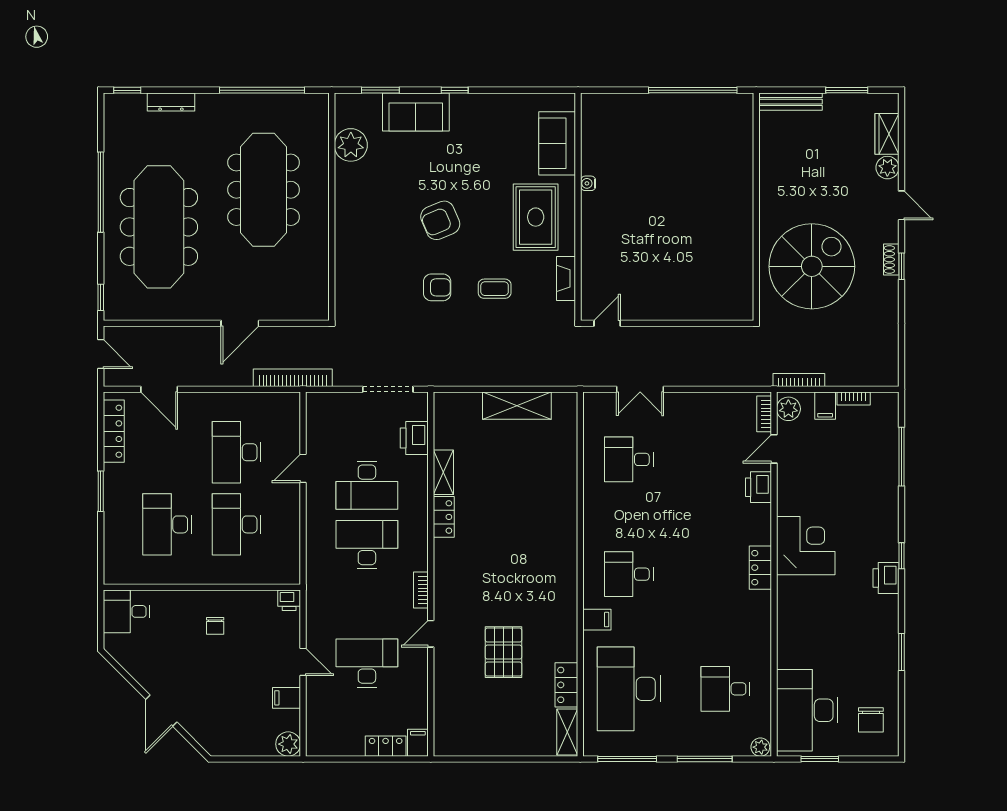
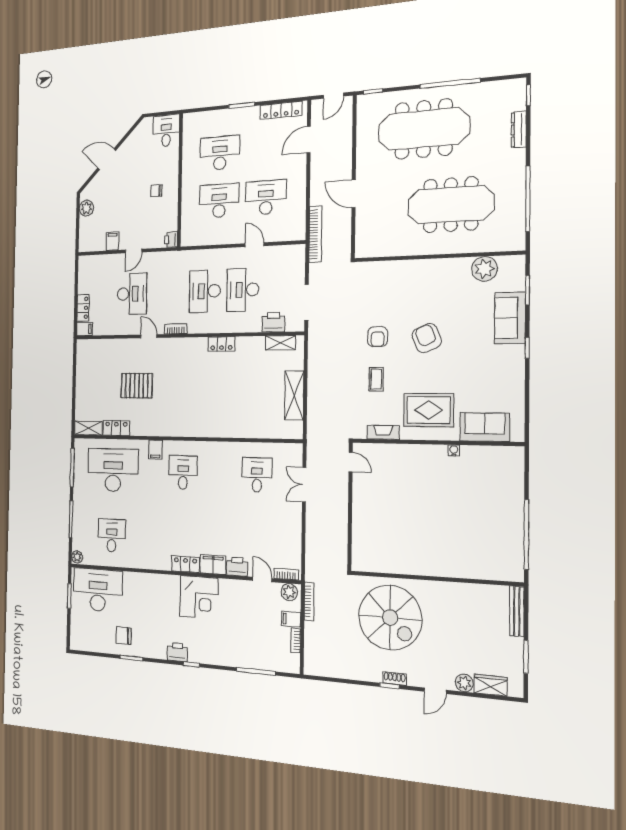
shelving: (443, 472) -> (280, 343), moved
filing cabinet: (758, 524) -> (213, 565), added
desk: (367, 544) -> (205, 291), turned 180
chair: (871, 720) -> (124, 636), moved
plant: (288, 744) -> (86, 208), moved

